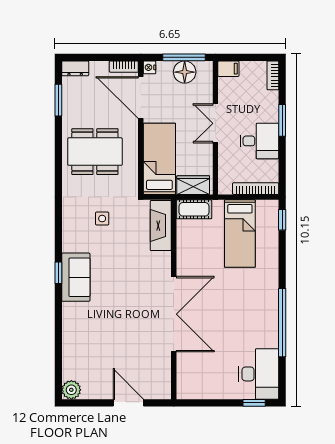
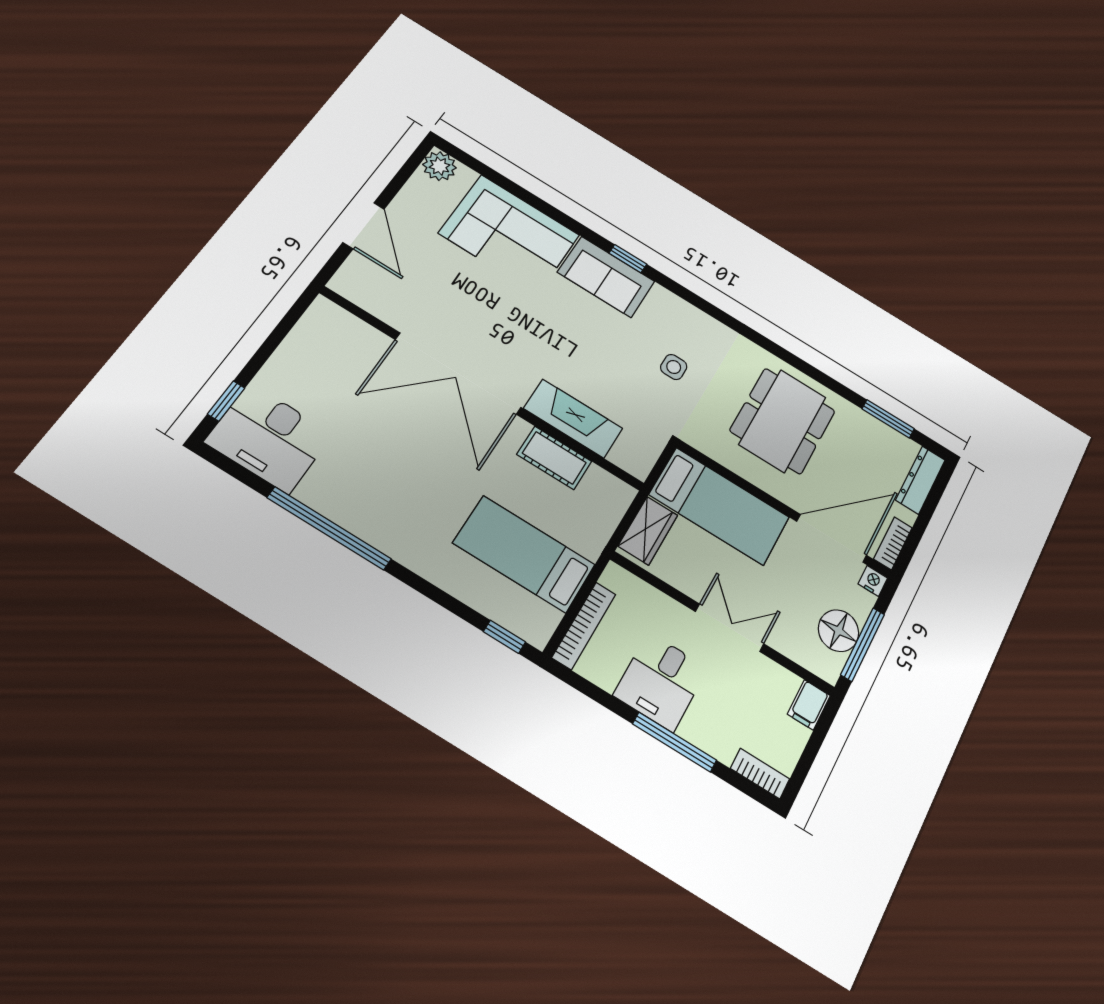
dresser: (75, 68) -> (921, 480), width x1.44
window: (282, 120) -> (675, 742), width x1.44
cot: (194, 209) -> (554, 458), moved, turned 90
fireplace: (161, 226) -> (573, 418), moved
corner sofa: (85, 335) -> (509, 234), added
door: (128, 403) -> (364, 226), hinge flipped

